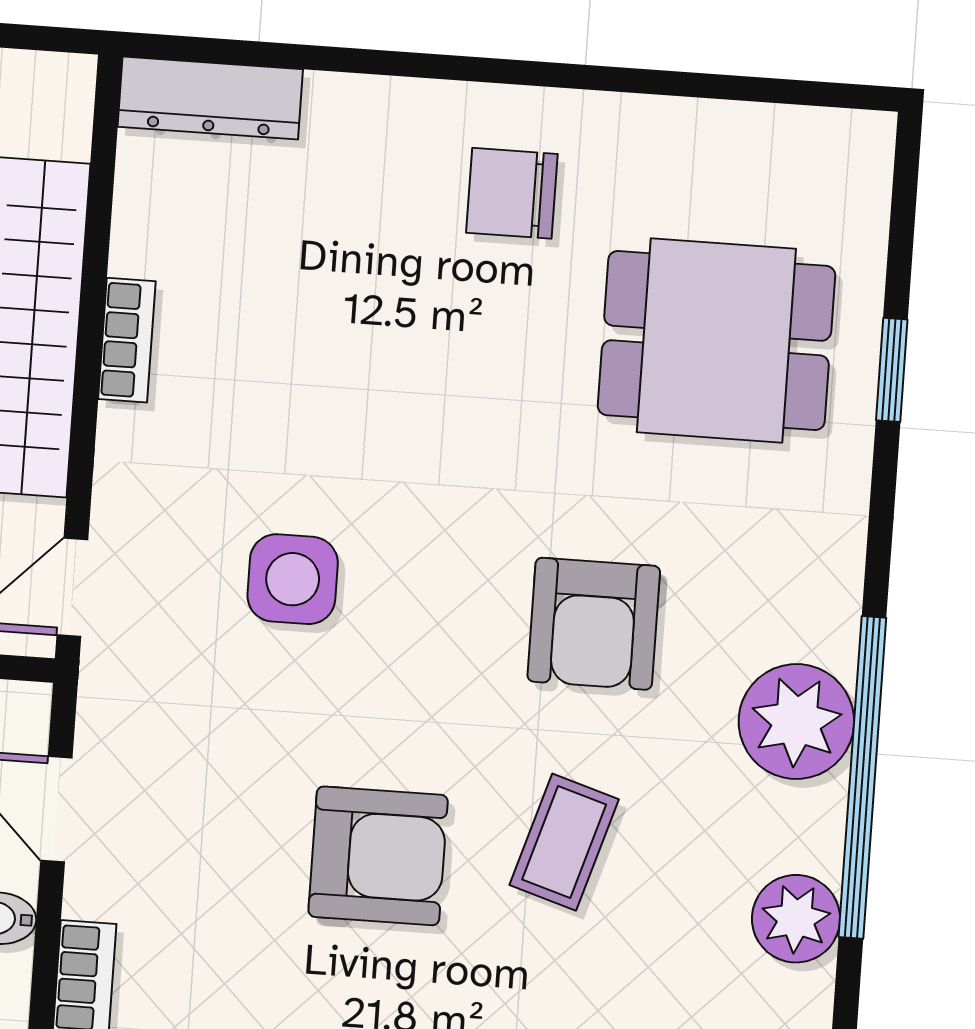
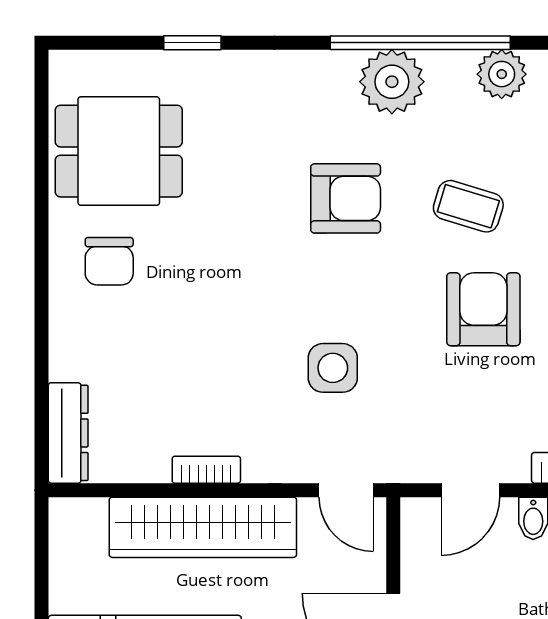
dining table: (716, 341) -> (119, 151), moved, turned 90

